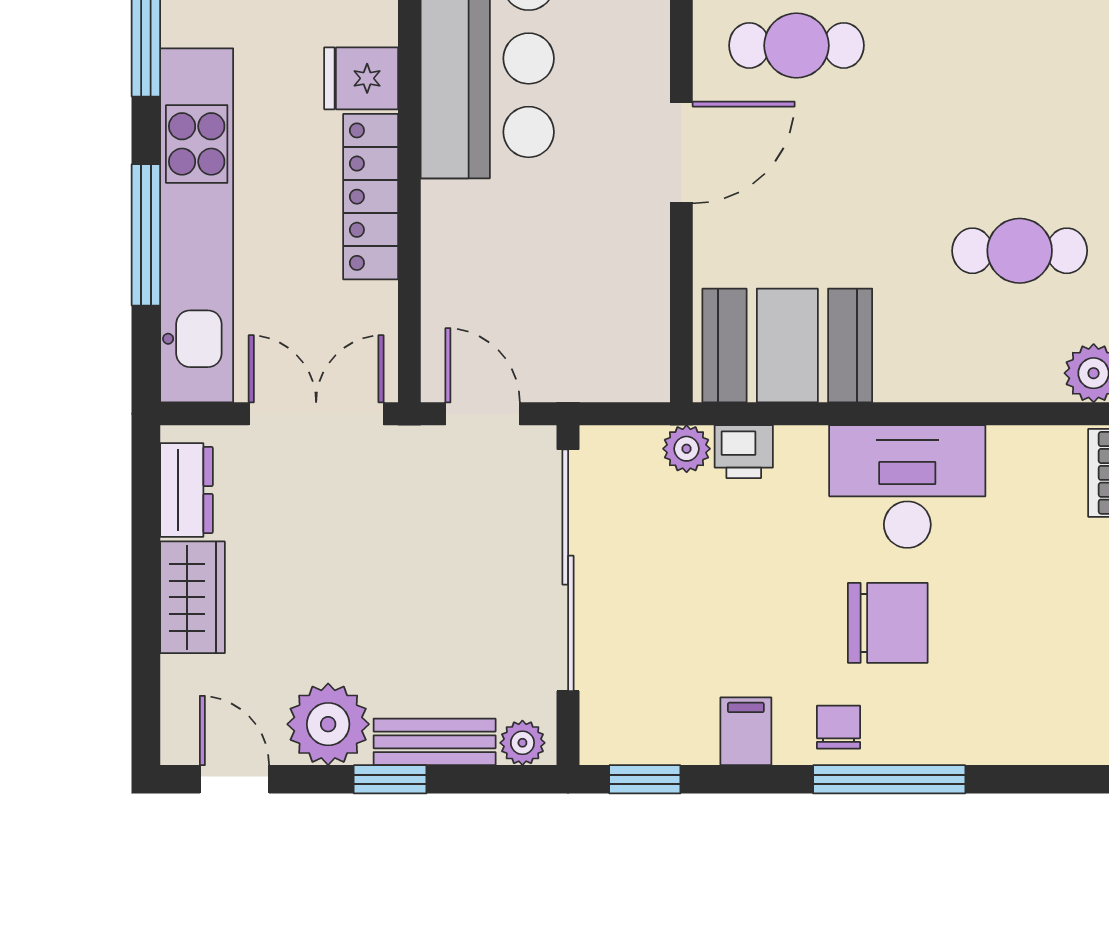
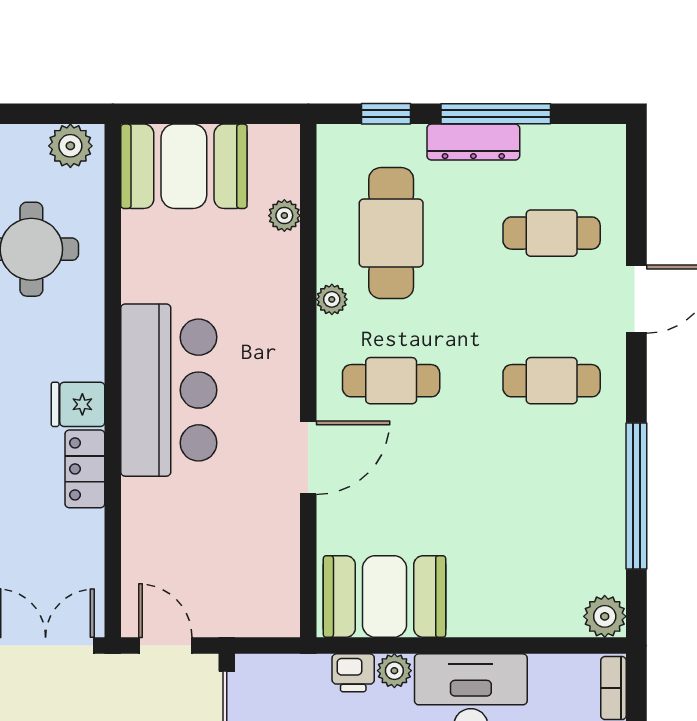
locker: (371, 197) -> (85, 469), width x0.66
cafe table: (1020, 251) -> (552, 381), moved
plant: (687, 449) -> (394, 671), moved

